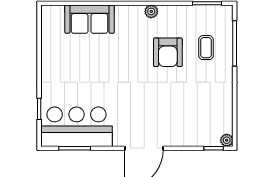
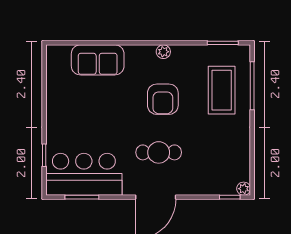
coffee table: (206, 48) -> (222, 90), width x1.86, depth x1.72
armchair: (168, 52) -> (163, 99), moved
cafe table: (147, 106) -> (159, 152), added

